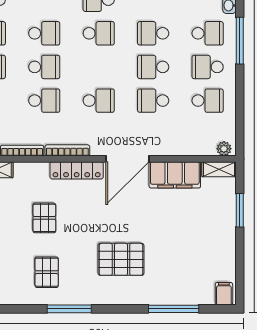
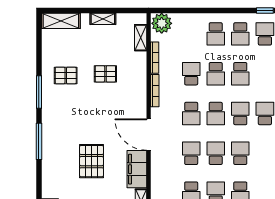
school desk: (99, 33) -> (240, 113), turned 180
school desk: (99, 67) -> (216, 113), added
school desk: (44, 101) -> (191, 74), turned 180
locker: (77, 170) -> (140, 97), removed
pallet: (121, 259) -> (92, 161), moved
window: (174, 309) -> (39, 141), moved

